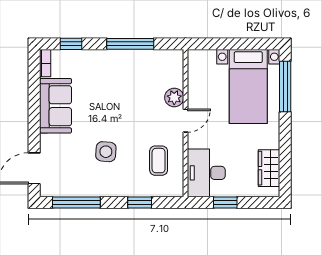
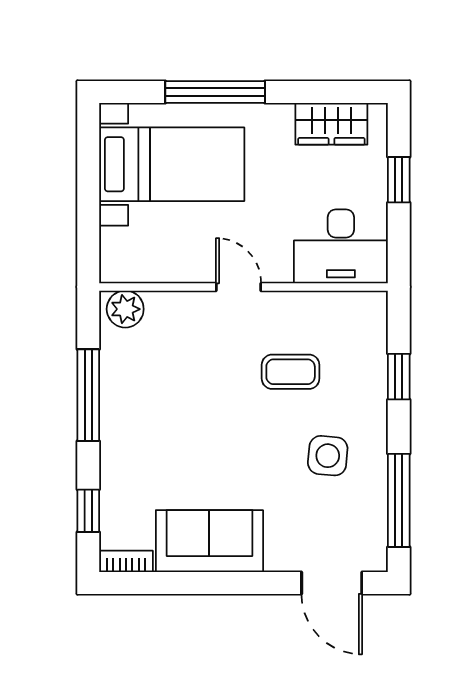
window: (285, 86) -> (215, 92), moved
plant: (174, 97) -> (125, 309), moved
side table: (106, 152) -> (328, 456), moved
coffee table: (159, 161) -> (291, 372), moved
window: (225, 203) -> (399, 180), moved

